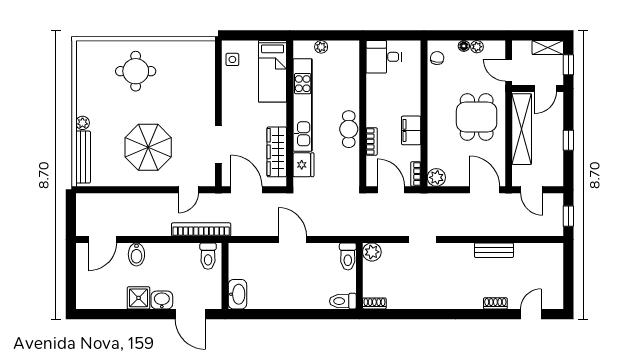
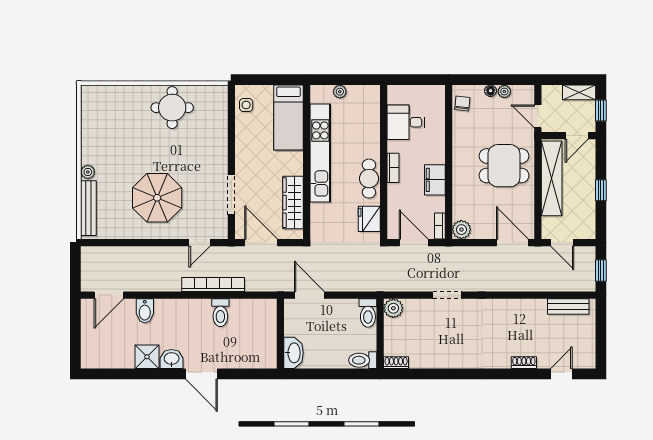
desk: (384, 57) -> (406, 122), moved
round table: (136, 71) -> (172, 108), moved
dining table: (477, 117) -> (504, 166), turned 90
bookcase: (372, 141) -> (393, 168), moved
fridge: (303, 165) -> (369, 219), moved, turned 180
bench: (494, 250) -> (568, 306), moved
wall: (225, 276) -> (280, 334), moved
washbasin: (237, 294) -> (294, 353), moved

